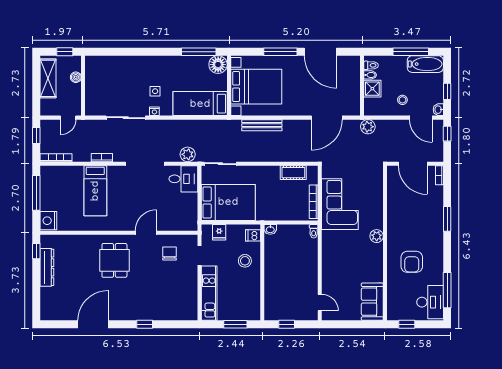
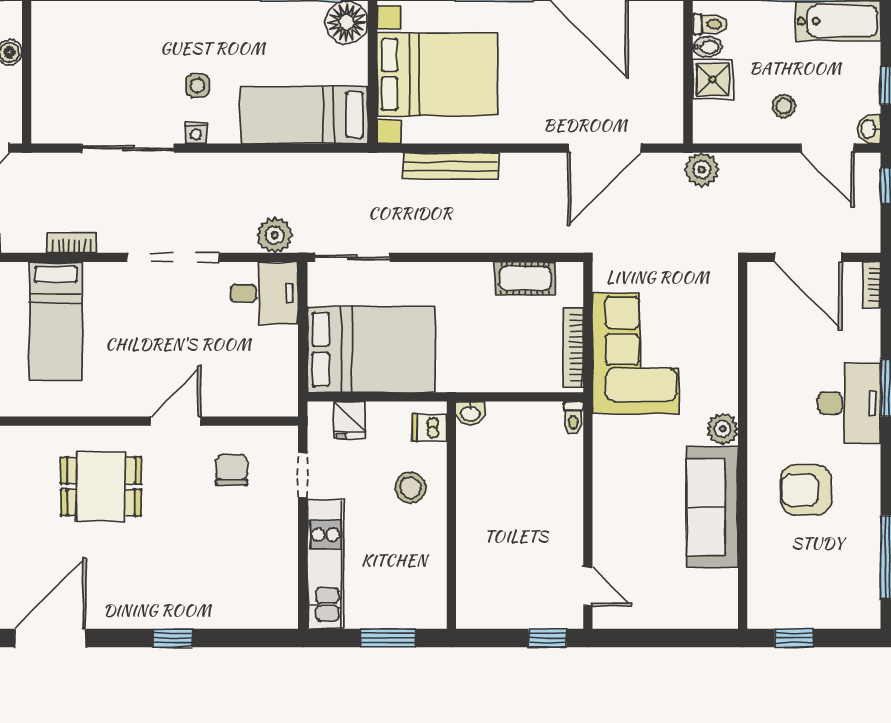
dining table: (114, 260) -> (101, 487), turned 90
armchair: (412, 262) -> (806, 490), turned 90
sofa: (372, 302) -> (712, 507), moved, width x1.36
desk: (430, 302) -> (849, 403), moved
window: (287, 324) -> (548, 638), moved

